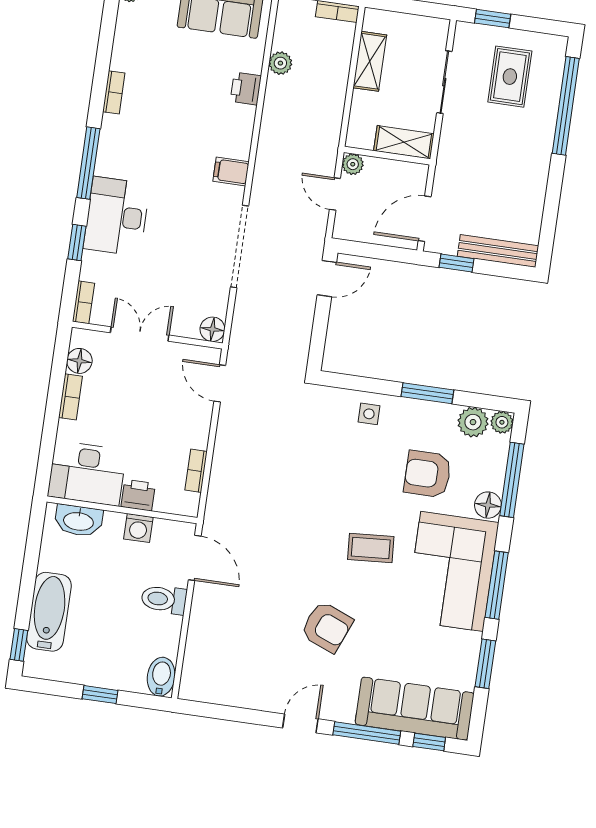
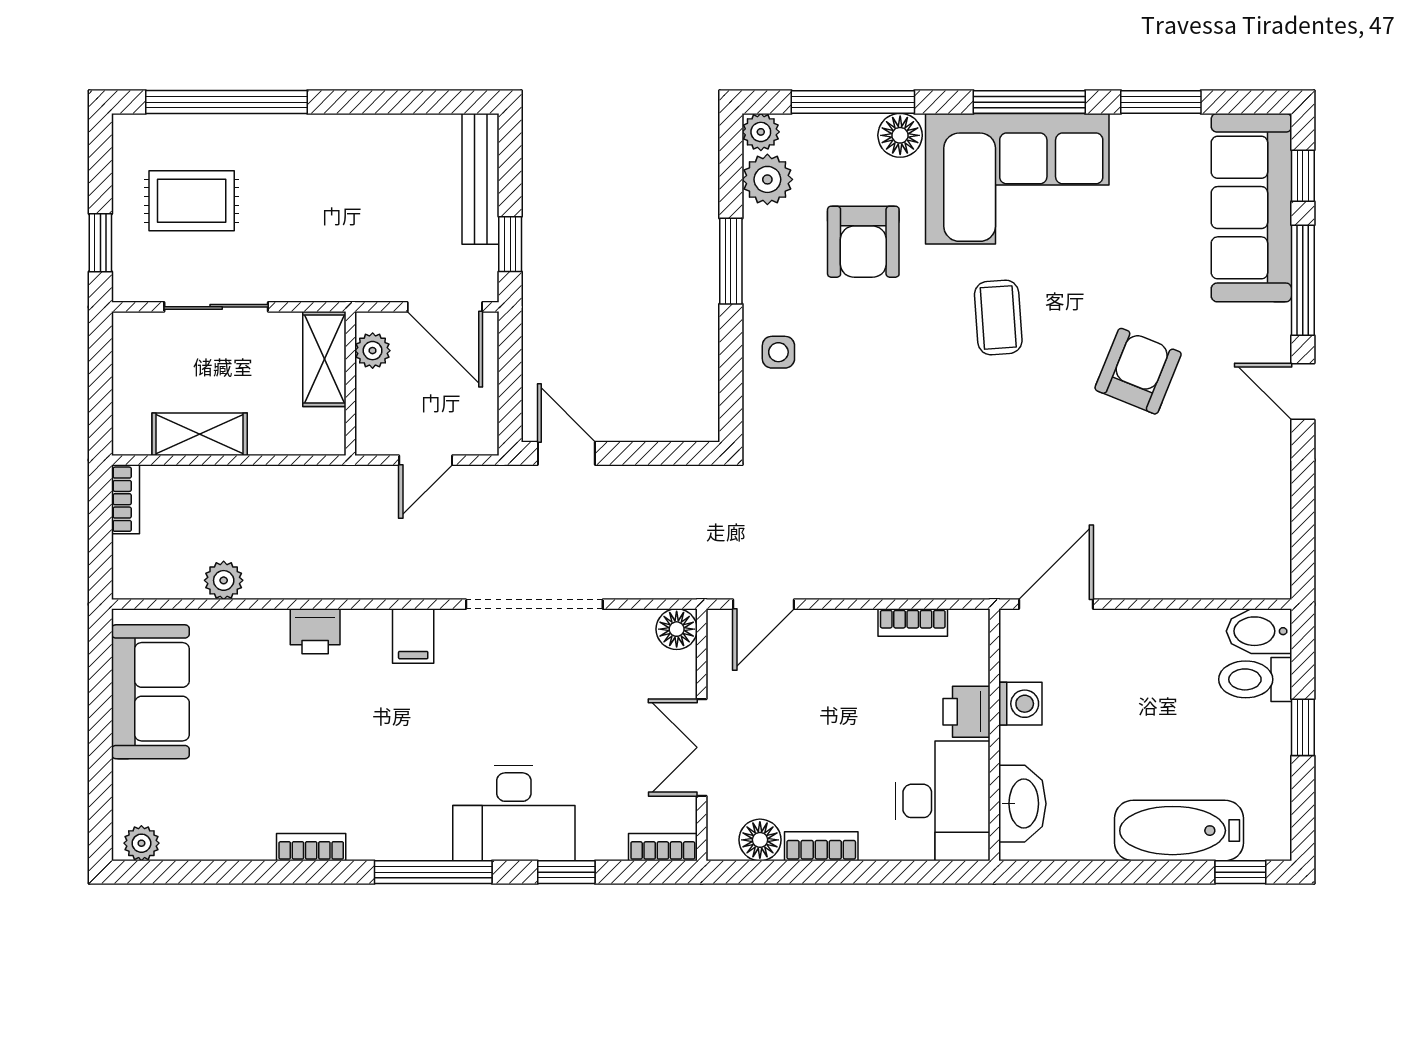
printer: (246, 89) -> (315, 631), moved
plant: (353, 164) -> (373, 351), moved
toilet: (164, 599) -> (1255, 679), moved, turned 90

